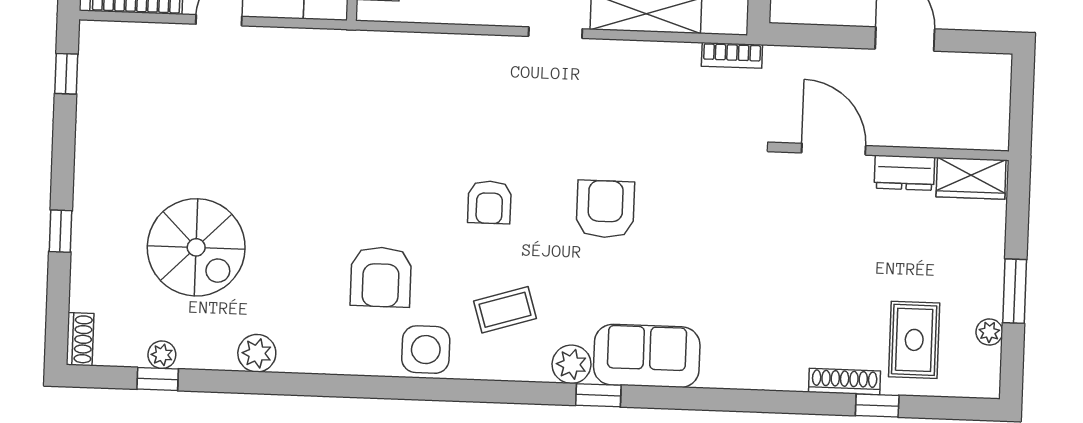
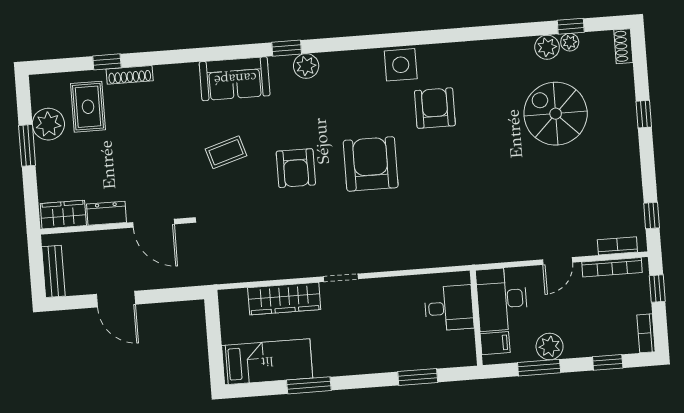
bookcase: (732, 55) -> (617, 246), moved
bench: (996, 93) -> (53, 271), added
armchair: (489, 202) -> (371, 164), width x1.88, depth x1.88
coffee table: (505, 310) -> (226, 152), moved
plant: (989, 332) -> (48, 124), width x1.87, depth x1.87
plant: (257, 353) -> (547, 47), moved
sofa: (647, 356) -> (235, 79), moved

